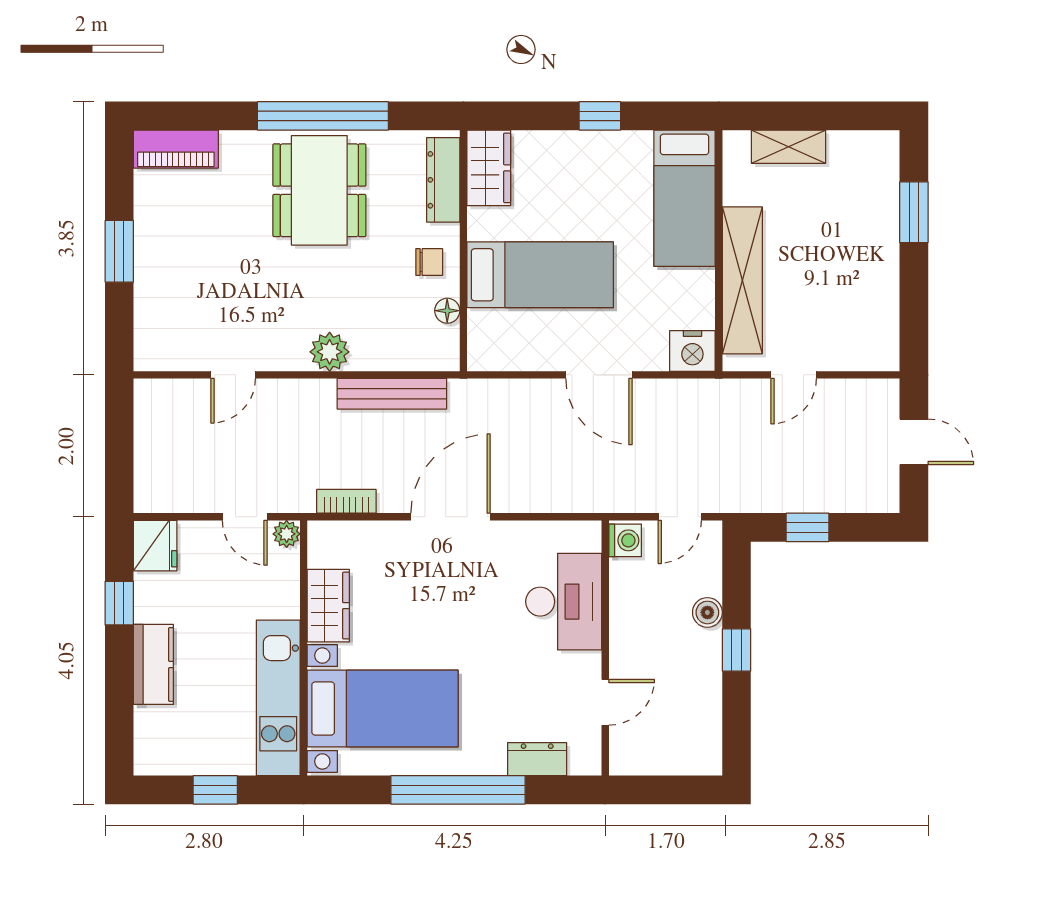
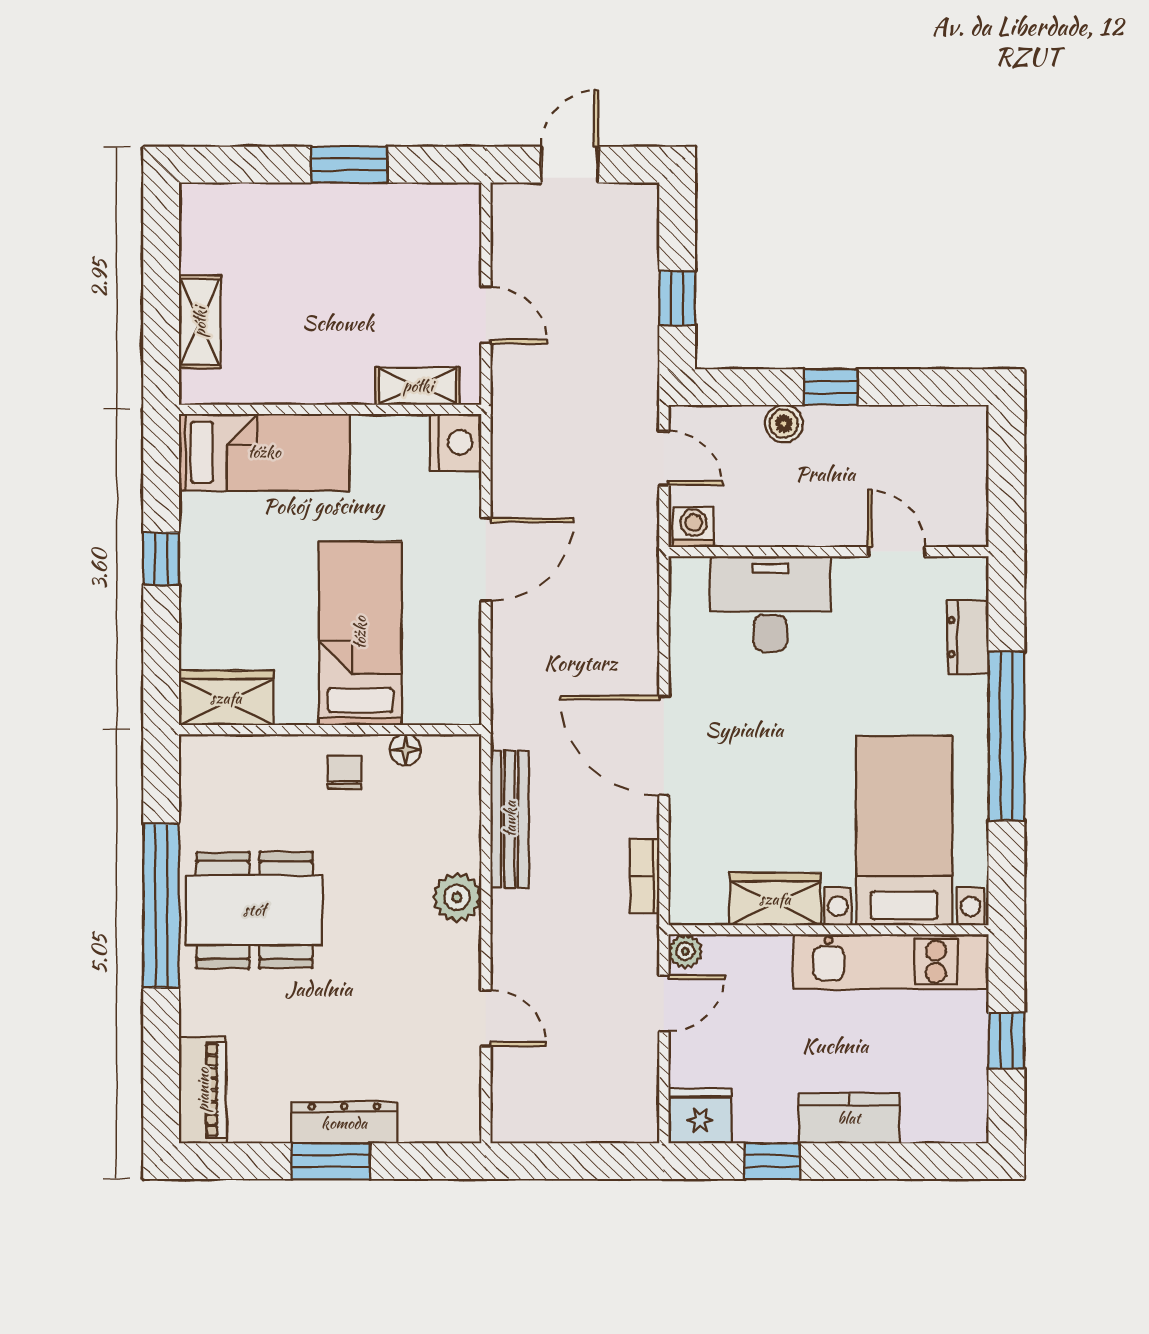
dresser: (443, 180) -> (344, 1123), moved, turned 180
window: (914, 212) -> (349, 165), moved
shelving: (742, 280) -> (418, 386), width x0.45, depth x0.75

